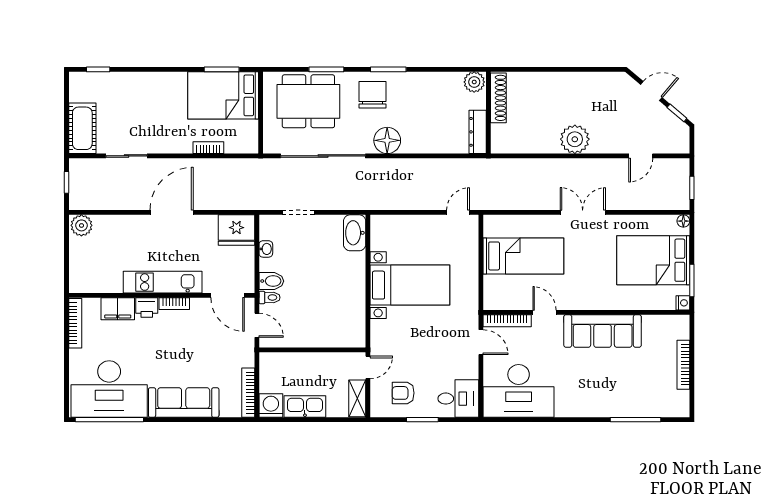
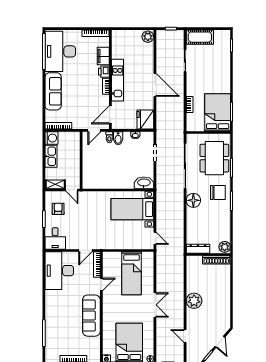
bed with nightstands: (410, 285) -> (132, 209), moved, turned 90

